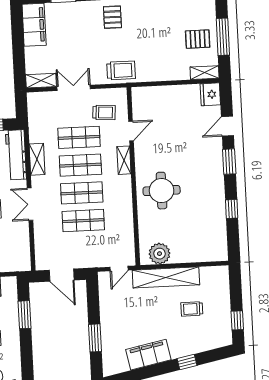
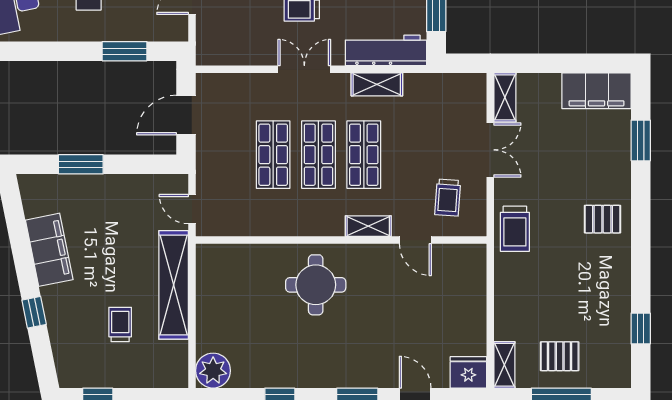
pallet: (198, 39) -> (560, 356), turned 90
shop shelf: (79, 137) -> (409, 155), removed
plant: (159, 254) -> (213, 371), moved

